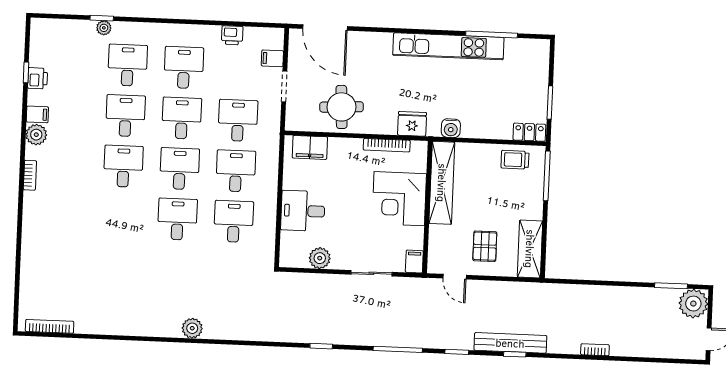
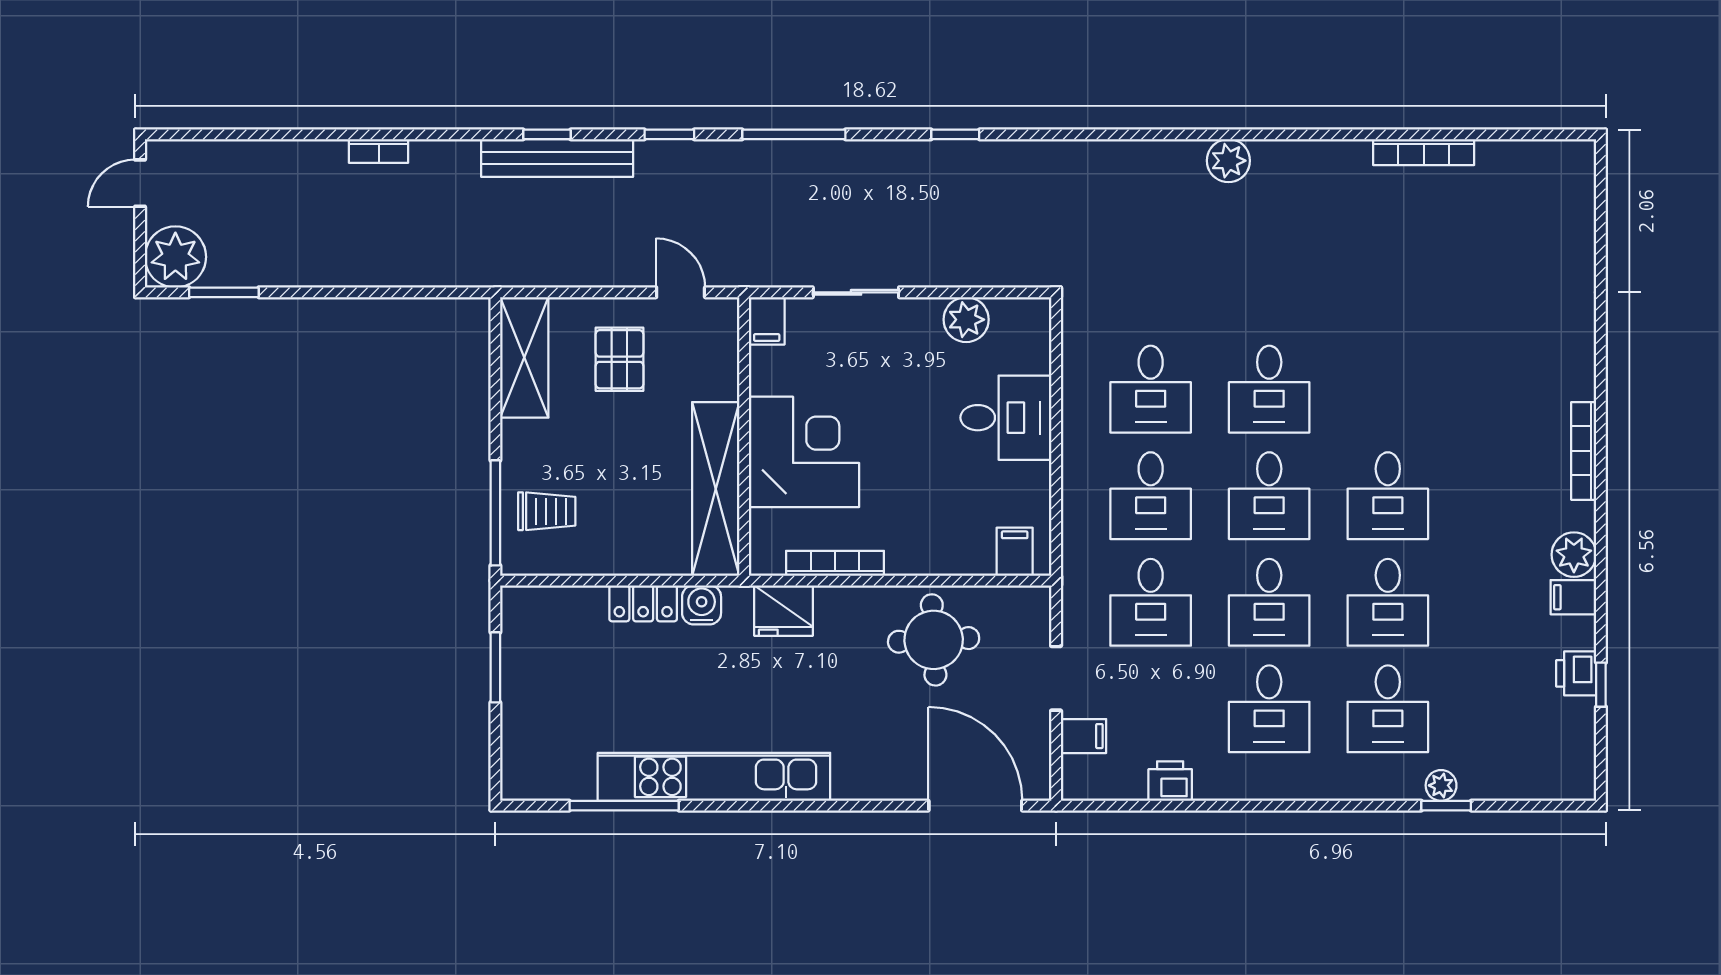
locker: (529, 132) -> (643, 603), moved
filing cabinet: (310, 147) -> (1015, 552), width x0.50
trolley: (515, 160) -> (547, 511), moved
bookcase: (30, 175) -> (1584, 451), width x1.56
bookcase: (50, 326) -> (1424, 152), moved

